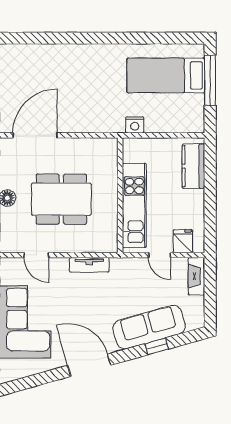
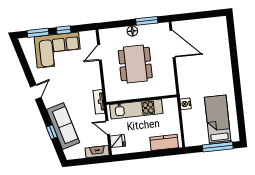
door: (159, 255) -> (108, 128), hinge flipped
tv unit: (89, 265) -> (99, 102), moved
door: (89, 365) -> (36, 92), width x0.53

